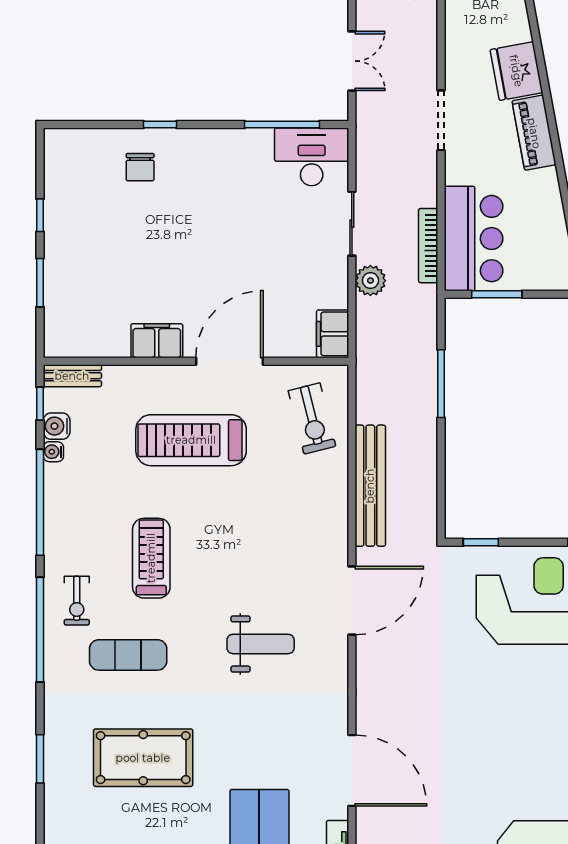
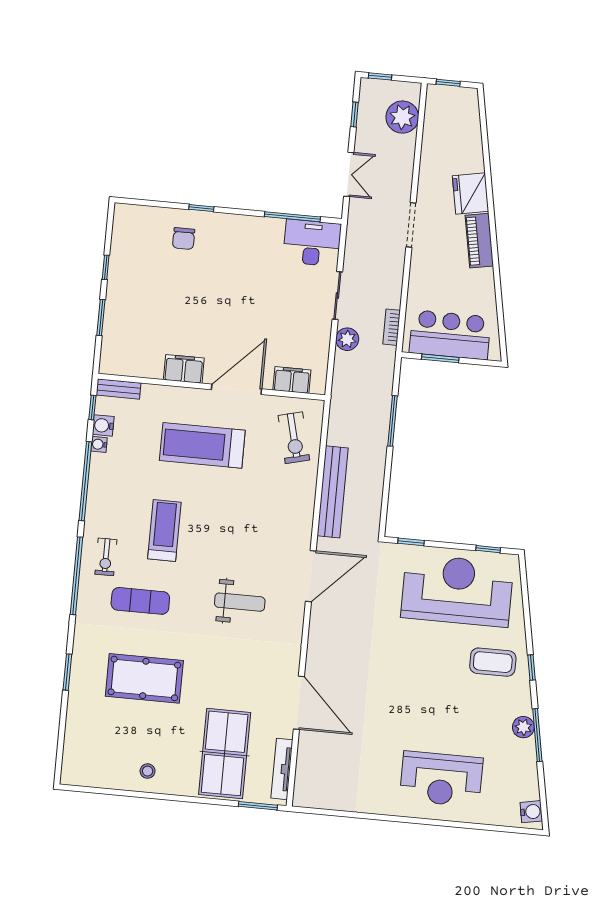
bar counter: (474, 239) -> (450, 335), moved, turned -90
bookcase: (428, 246) -> (392, 327), width x0.64
filing cabinet: (333, 334) -> (292, 380), moved, turned 90

